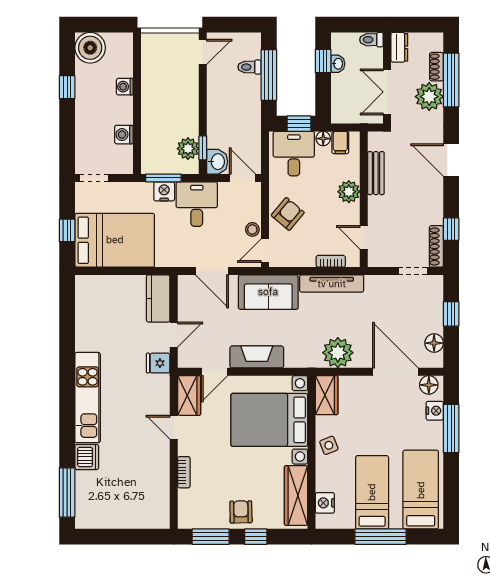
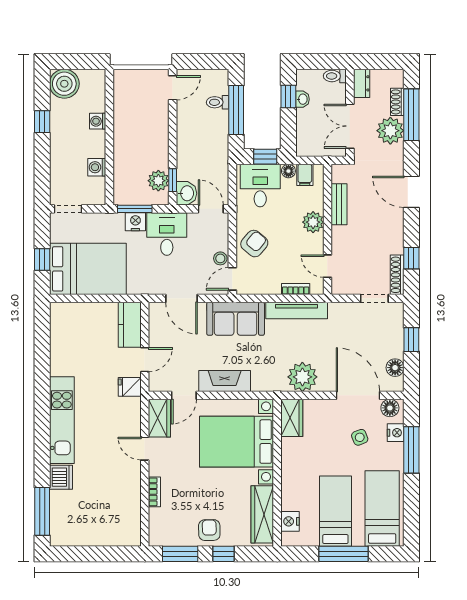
side table: (329, 445) -> (360, 437), moved

